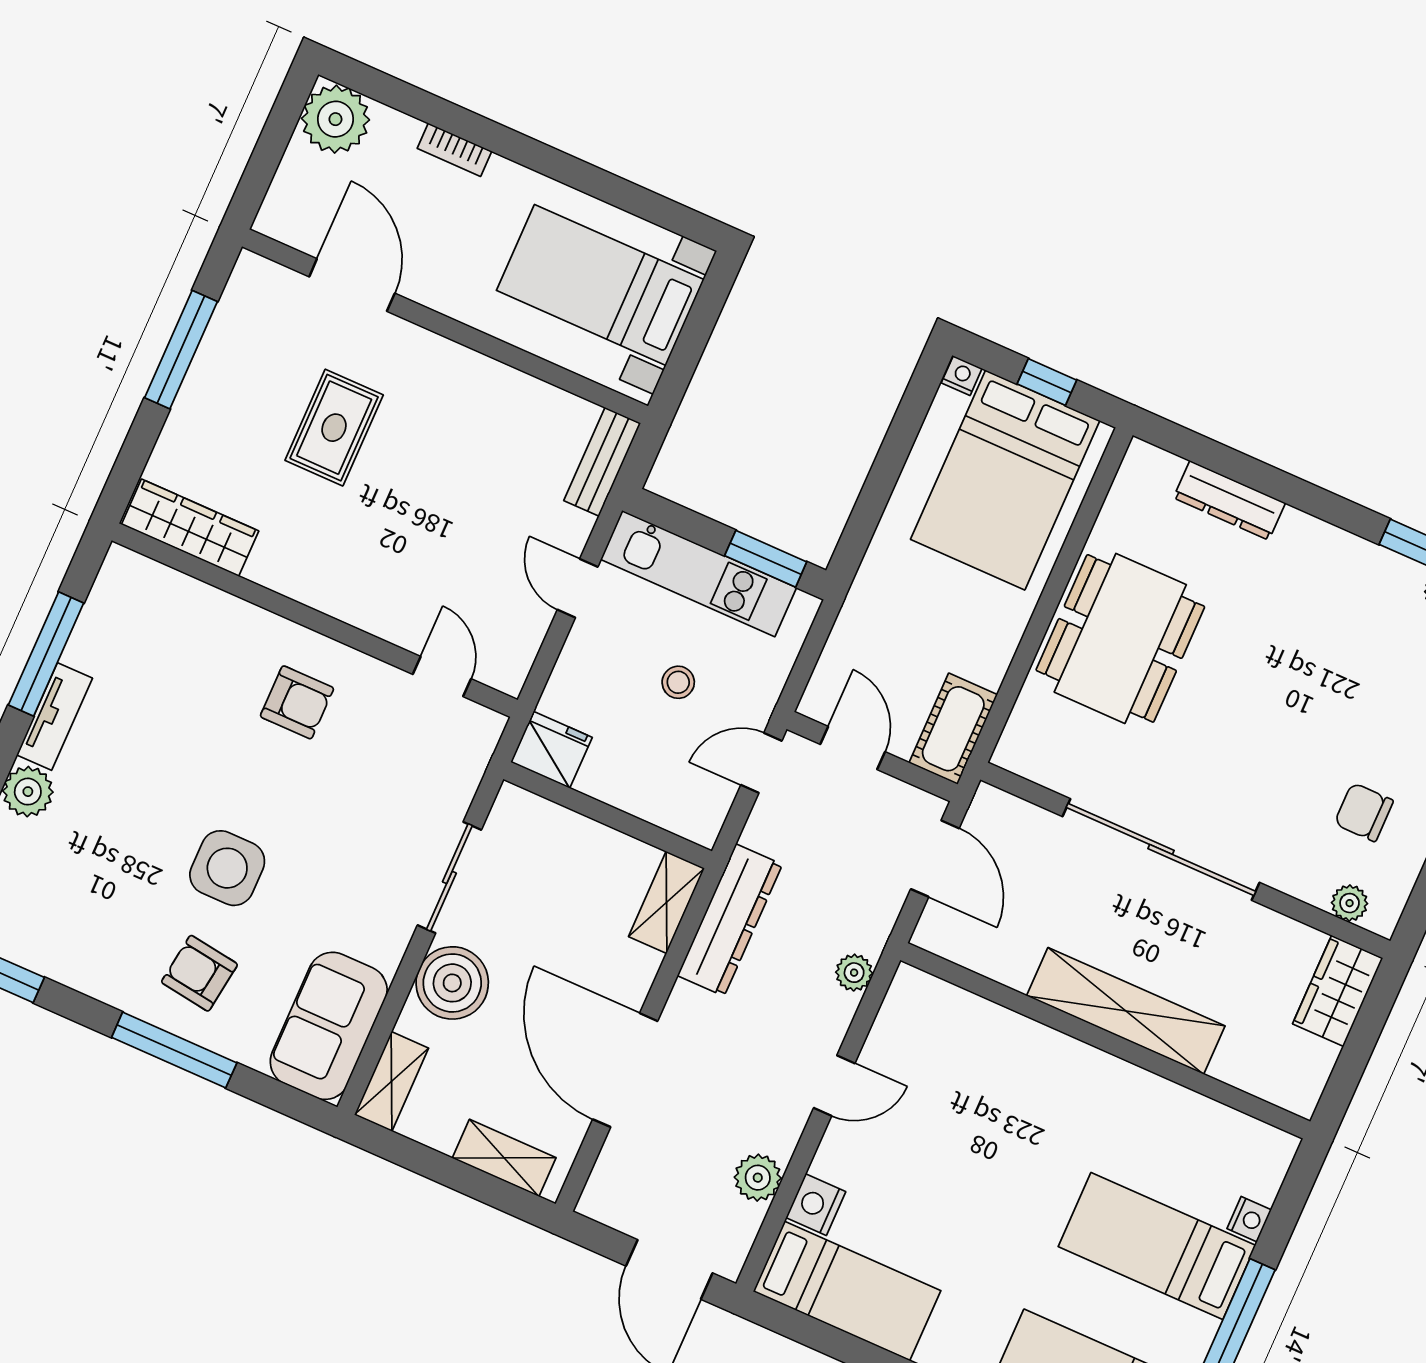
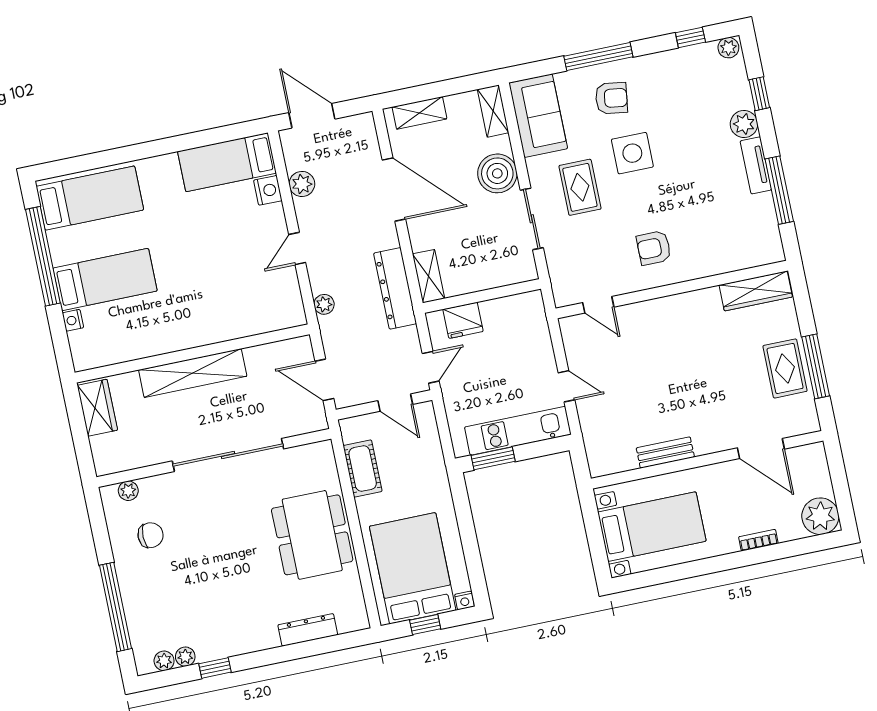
rug: (334, 428) -> (785, 368), moved
bench: (602, 462) -> (665, 452), moved, turned 90
stool: (678, 682) -> (493, 377), removed
cot: (953, 729) -> (363, 468), moved
fridge: (551, 750) -> (463, 320), moved
rug: (343, 873) -> (580, 187), added
wardrobe: (1338, 991) -> (97, 408), moved

